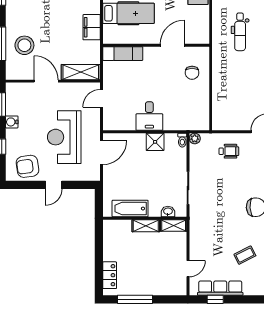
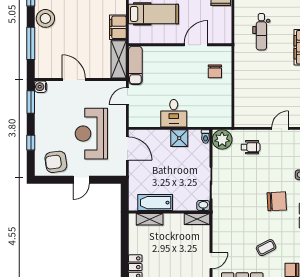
stool: (24, 45) -> (45, 18), moved
exam couch: (123, 54) -> (135, 65), moved, turned -90
shelving: (81, 72) -> (119, 59), moved, turned 90
water cooler: (12, 122) -> (41, 87), moved
plant: (195, 138) -> (222, 139), width x1.87, depth x1.87
door: (101, 153) -> (127, 149), hinge flipped
washbasin: (168, 212) -> (203, 206), moved
shelving: (146, 226) -> (150, 219), moved

